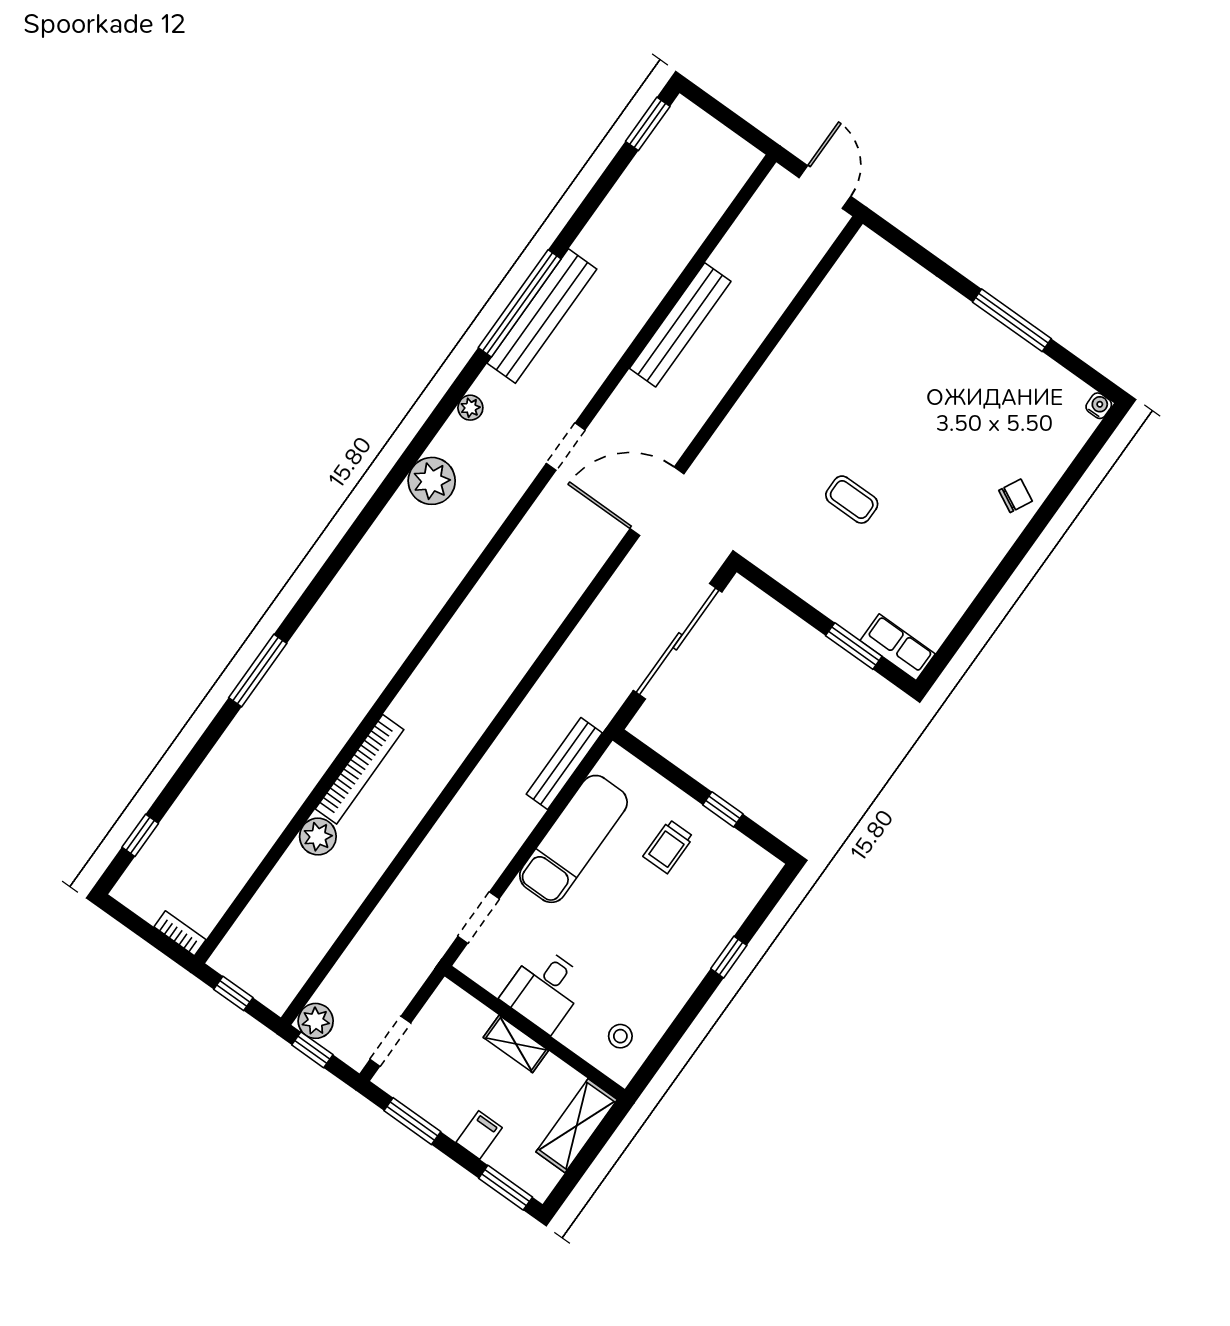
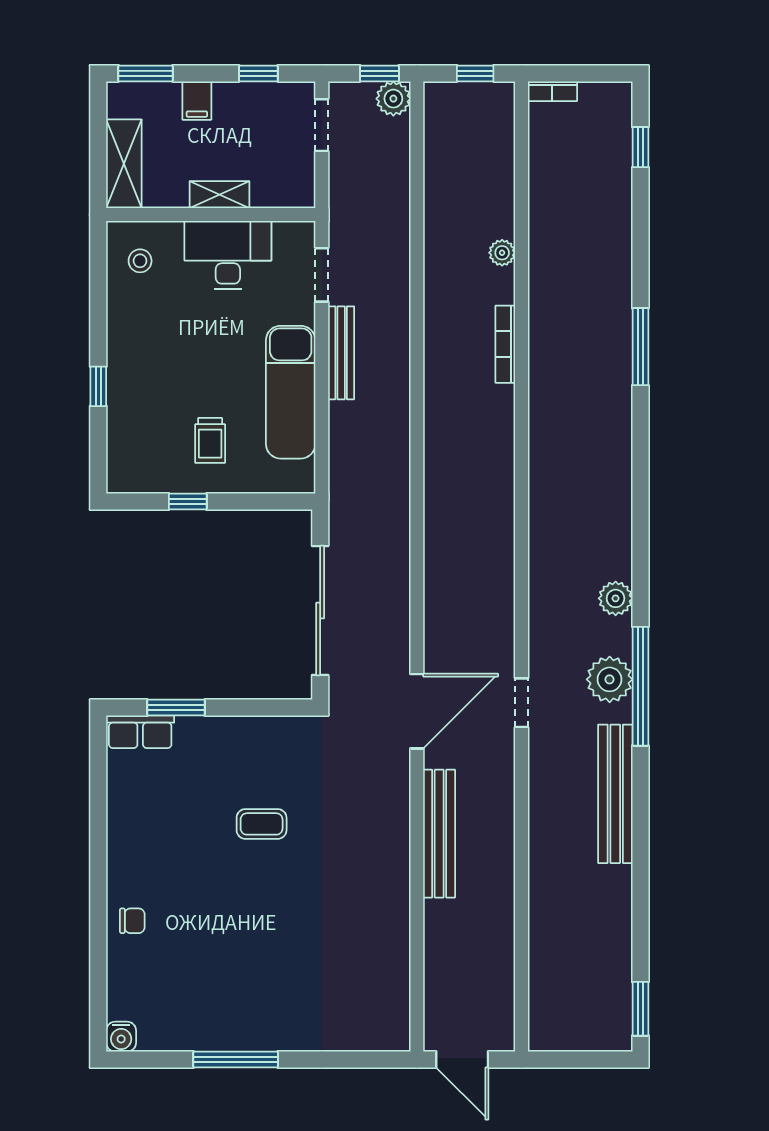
window: (520, 303) -> (640, 686), moved
bench: (680, 325) -> (439, 834), moved
water cooler: (1099, 406) -> (121, 1037), width x1.38, depth x1.38
plant: (470, 408) -> (610, 679), width x1.87, depth x1.87
plant: (432, 481) -> (616, 598), width x0.73, depth x0.73
chair: (1016, 496) -> (132, 921), turned -117
bench: (564, 763) -> (341, 353), moved
bookcase: (360, 769) -> (505, 344), width x0.68, depth x0.76
plant: (318, 837) -> (502, 253), width x0.73, depth x0.73
trolley: (668, 847) -> (210, 440), turned 180
desk: (544, 989) -> (228, 255), width x1.37
window: (412, 1121) -> (258, 73), width x0.67

